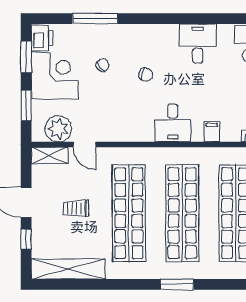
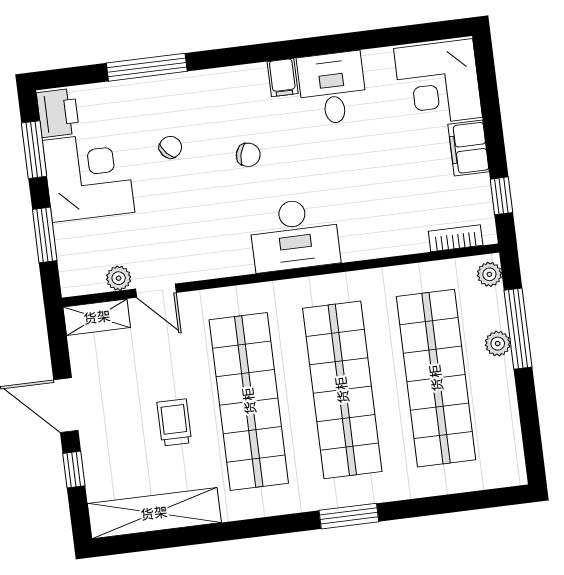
desk: (173, 123) -> (294, 235), width x1.37
plant: (58, 129) -> (119, 278), width x0.53, depth x0.53
filing cabinet: (212, 132) -> (283, 78), moved, turned 180
trolley: (76, 208) -> (174, 422), moved, turned 90

